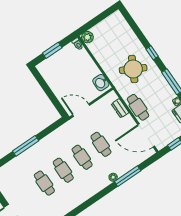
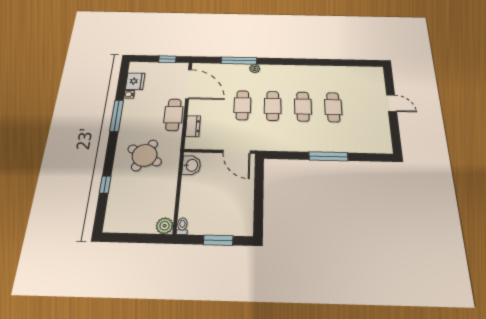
window: (152, 53) -> (105, 185), moved

